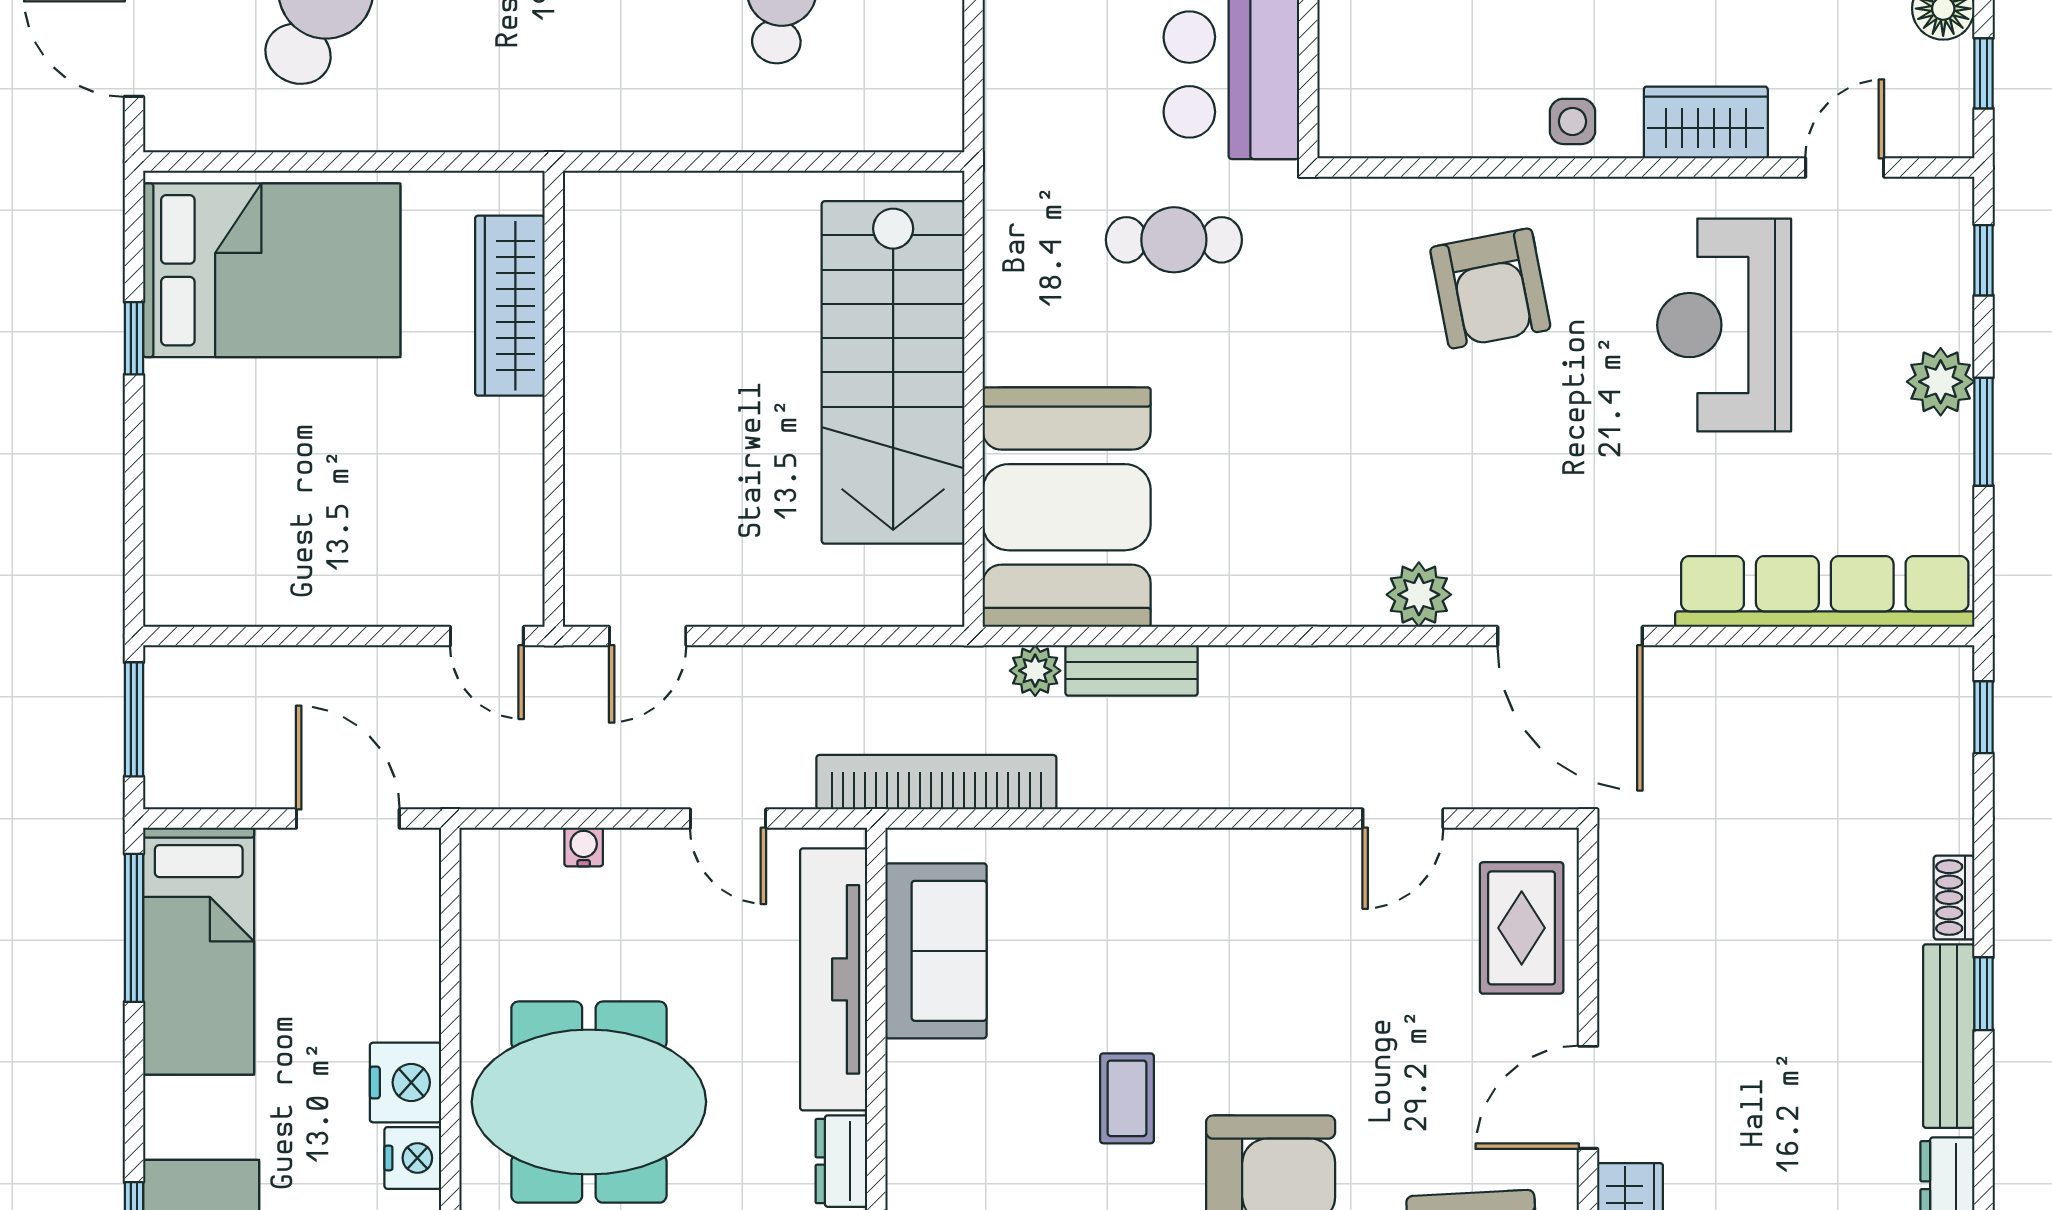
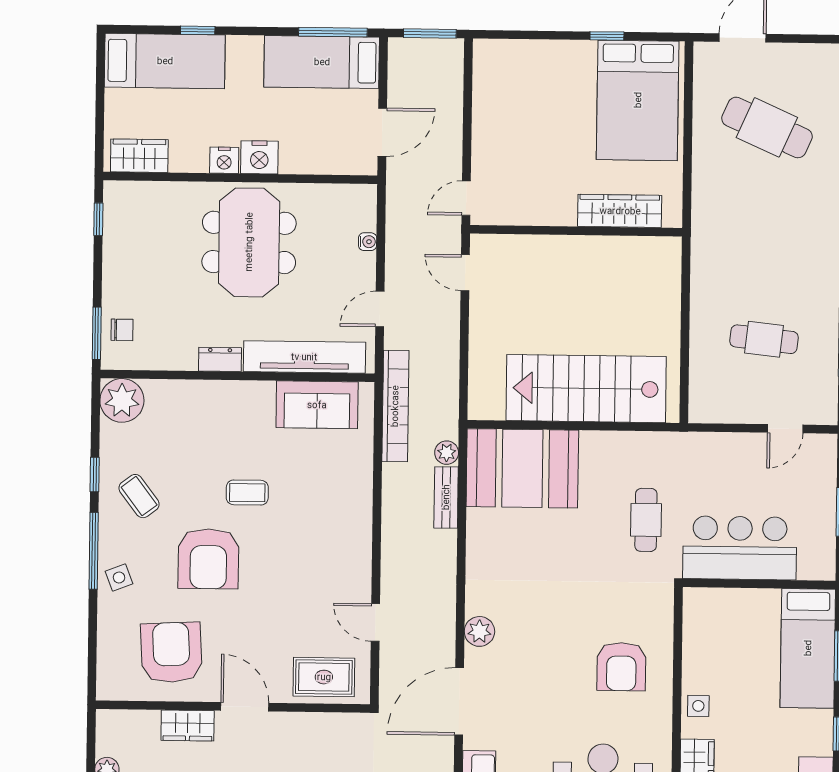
armchair: (1490, 288) -> (621, 667), turned -79

